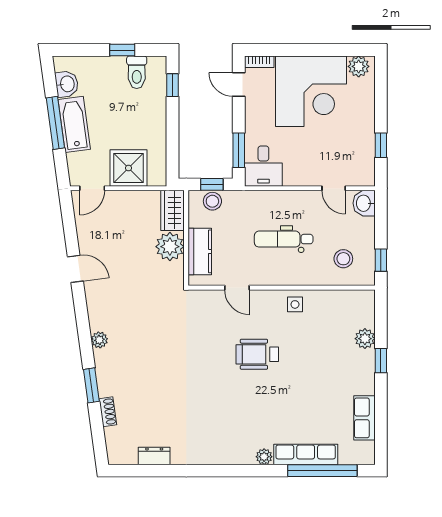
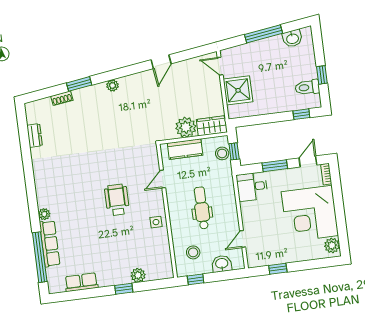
bathtub: (74, 124) -> (264, 48), removed
window: (239, 150) -> (275, 166), moved
washbasin: (364, 203) -> (222, 264), moved

